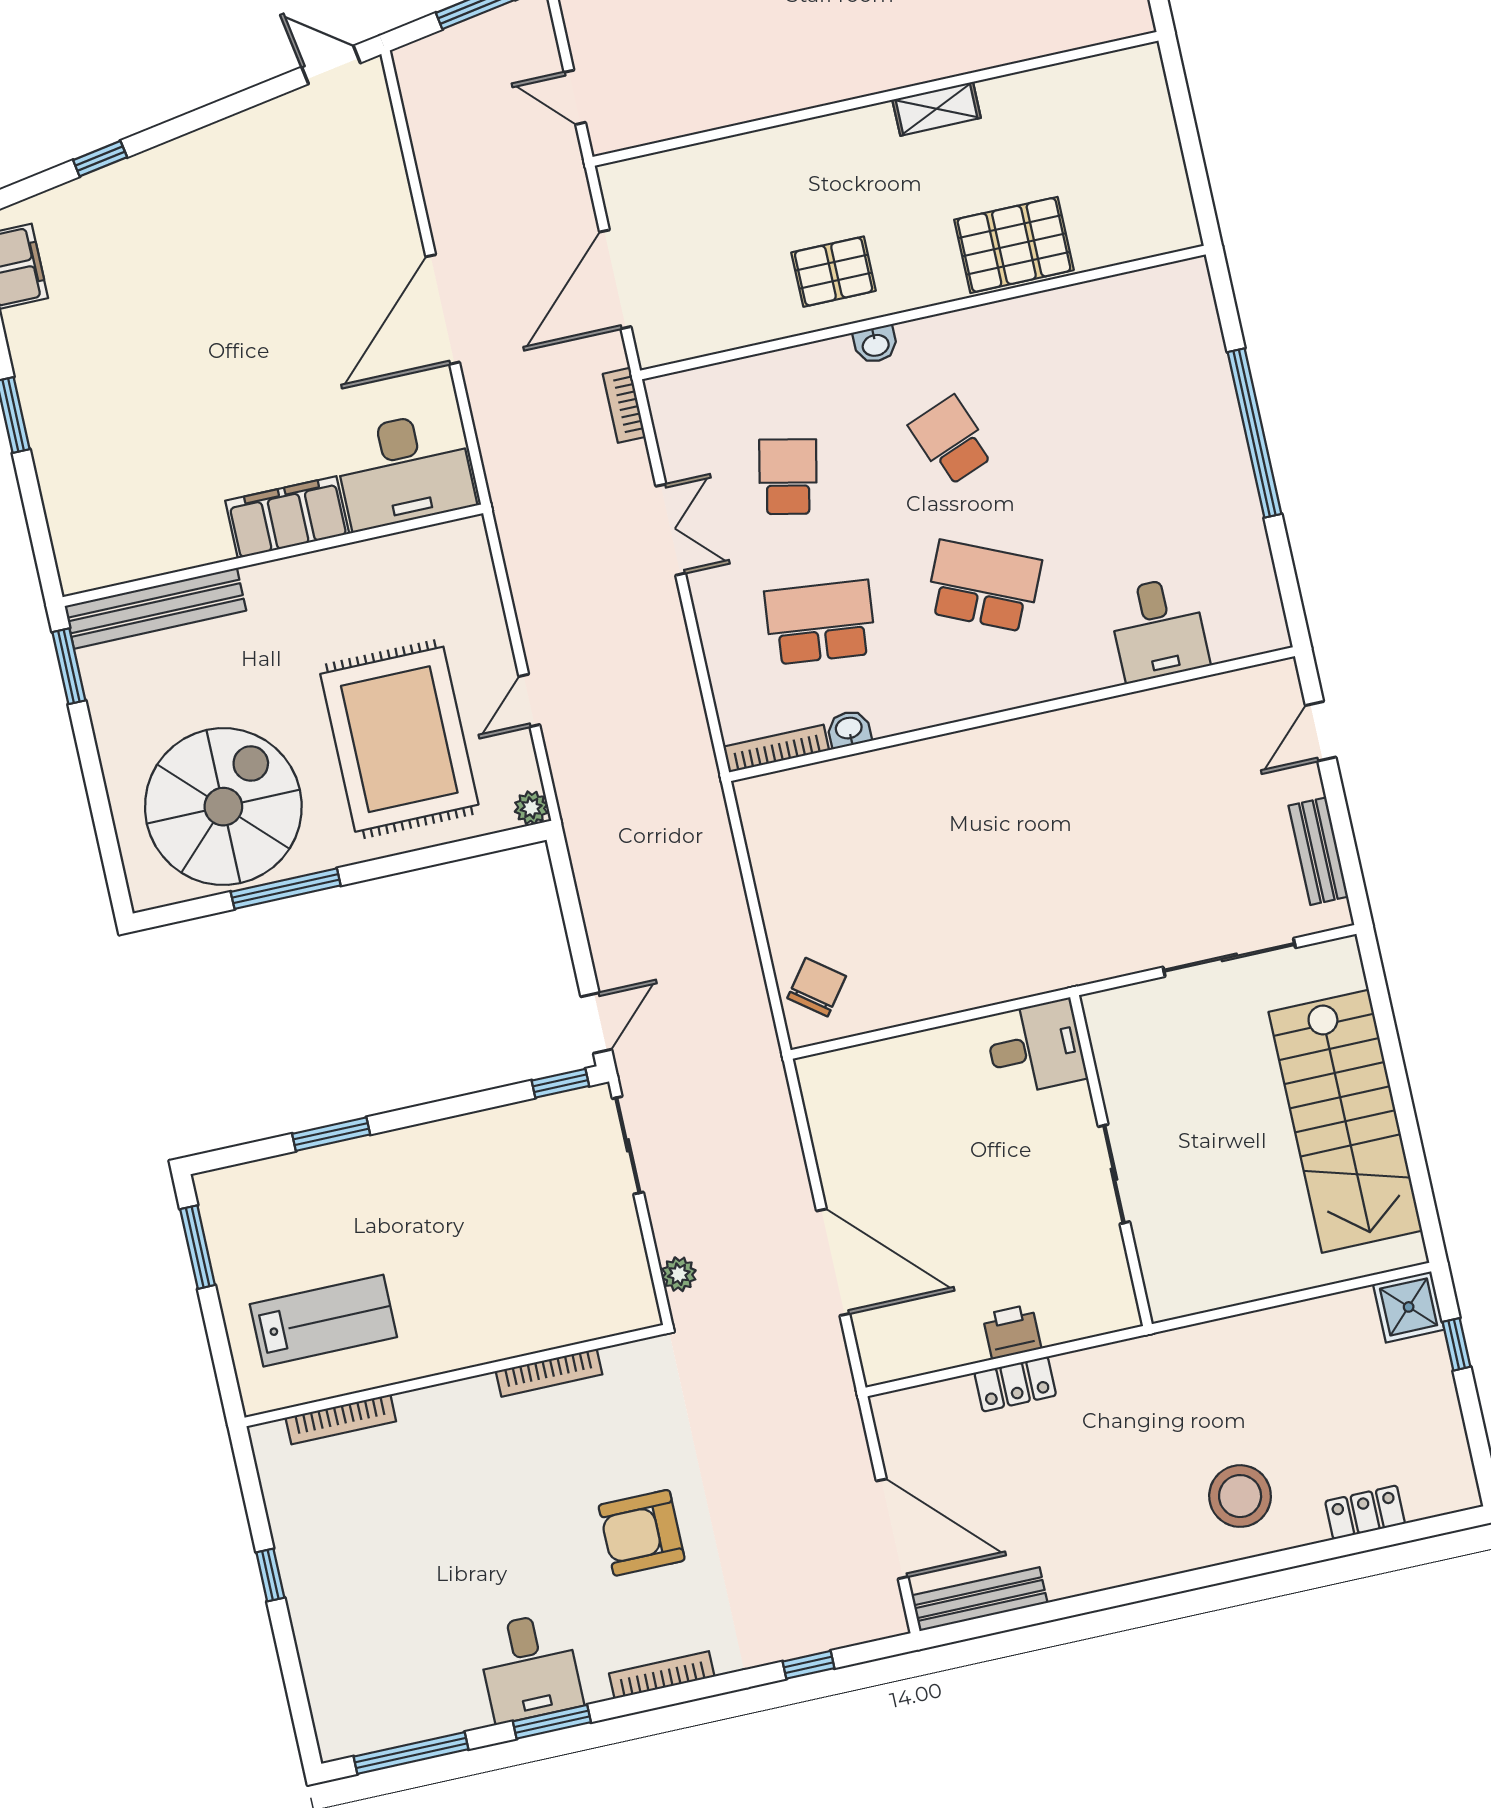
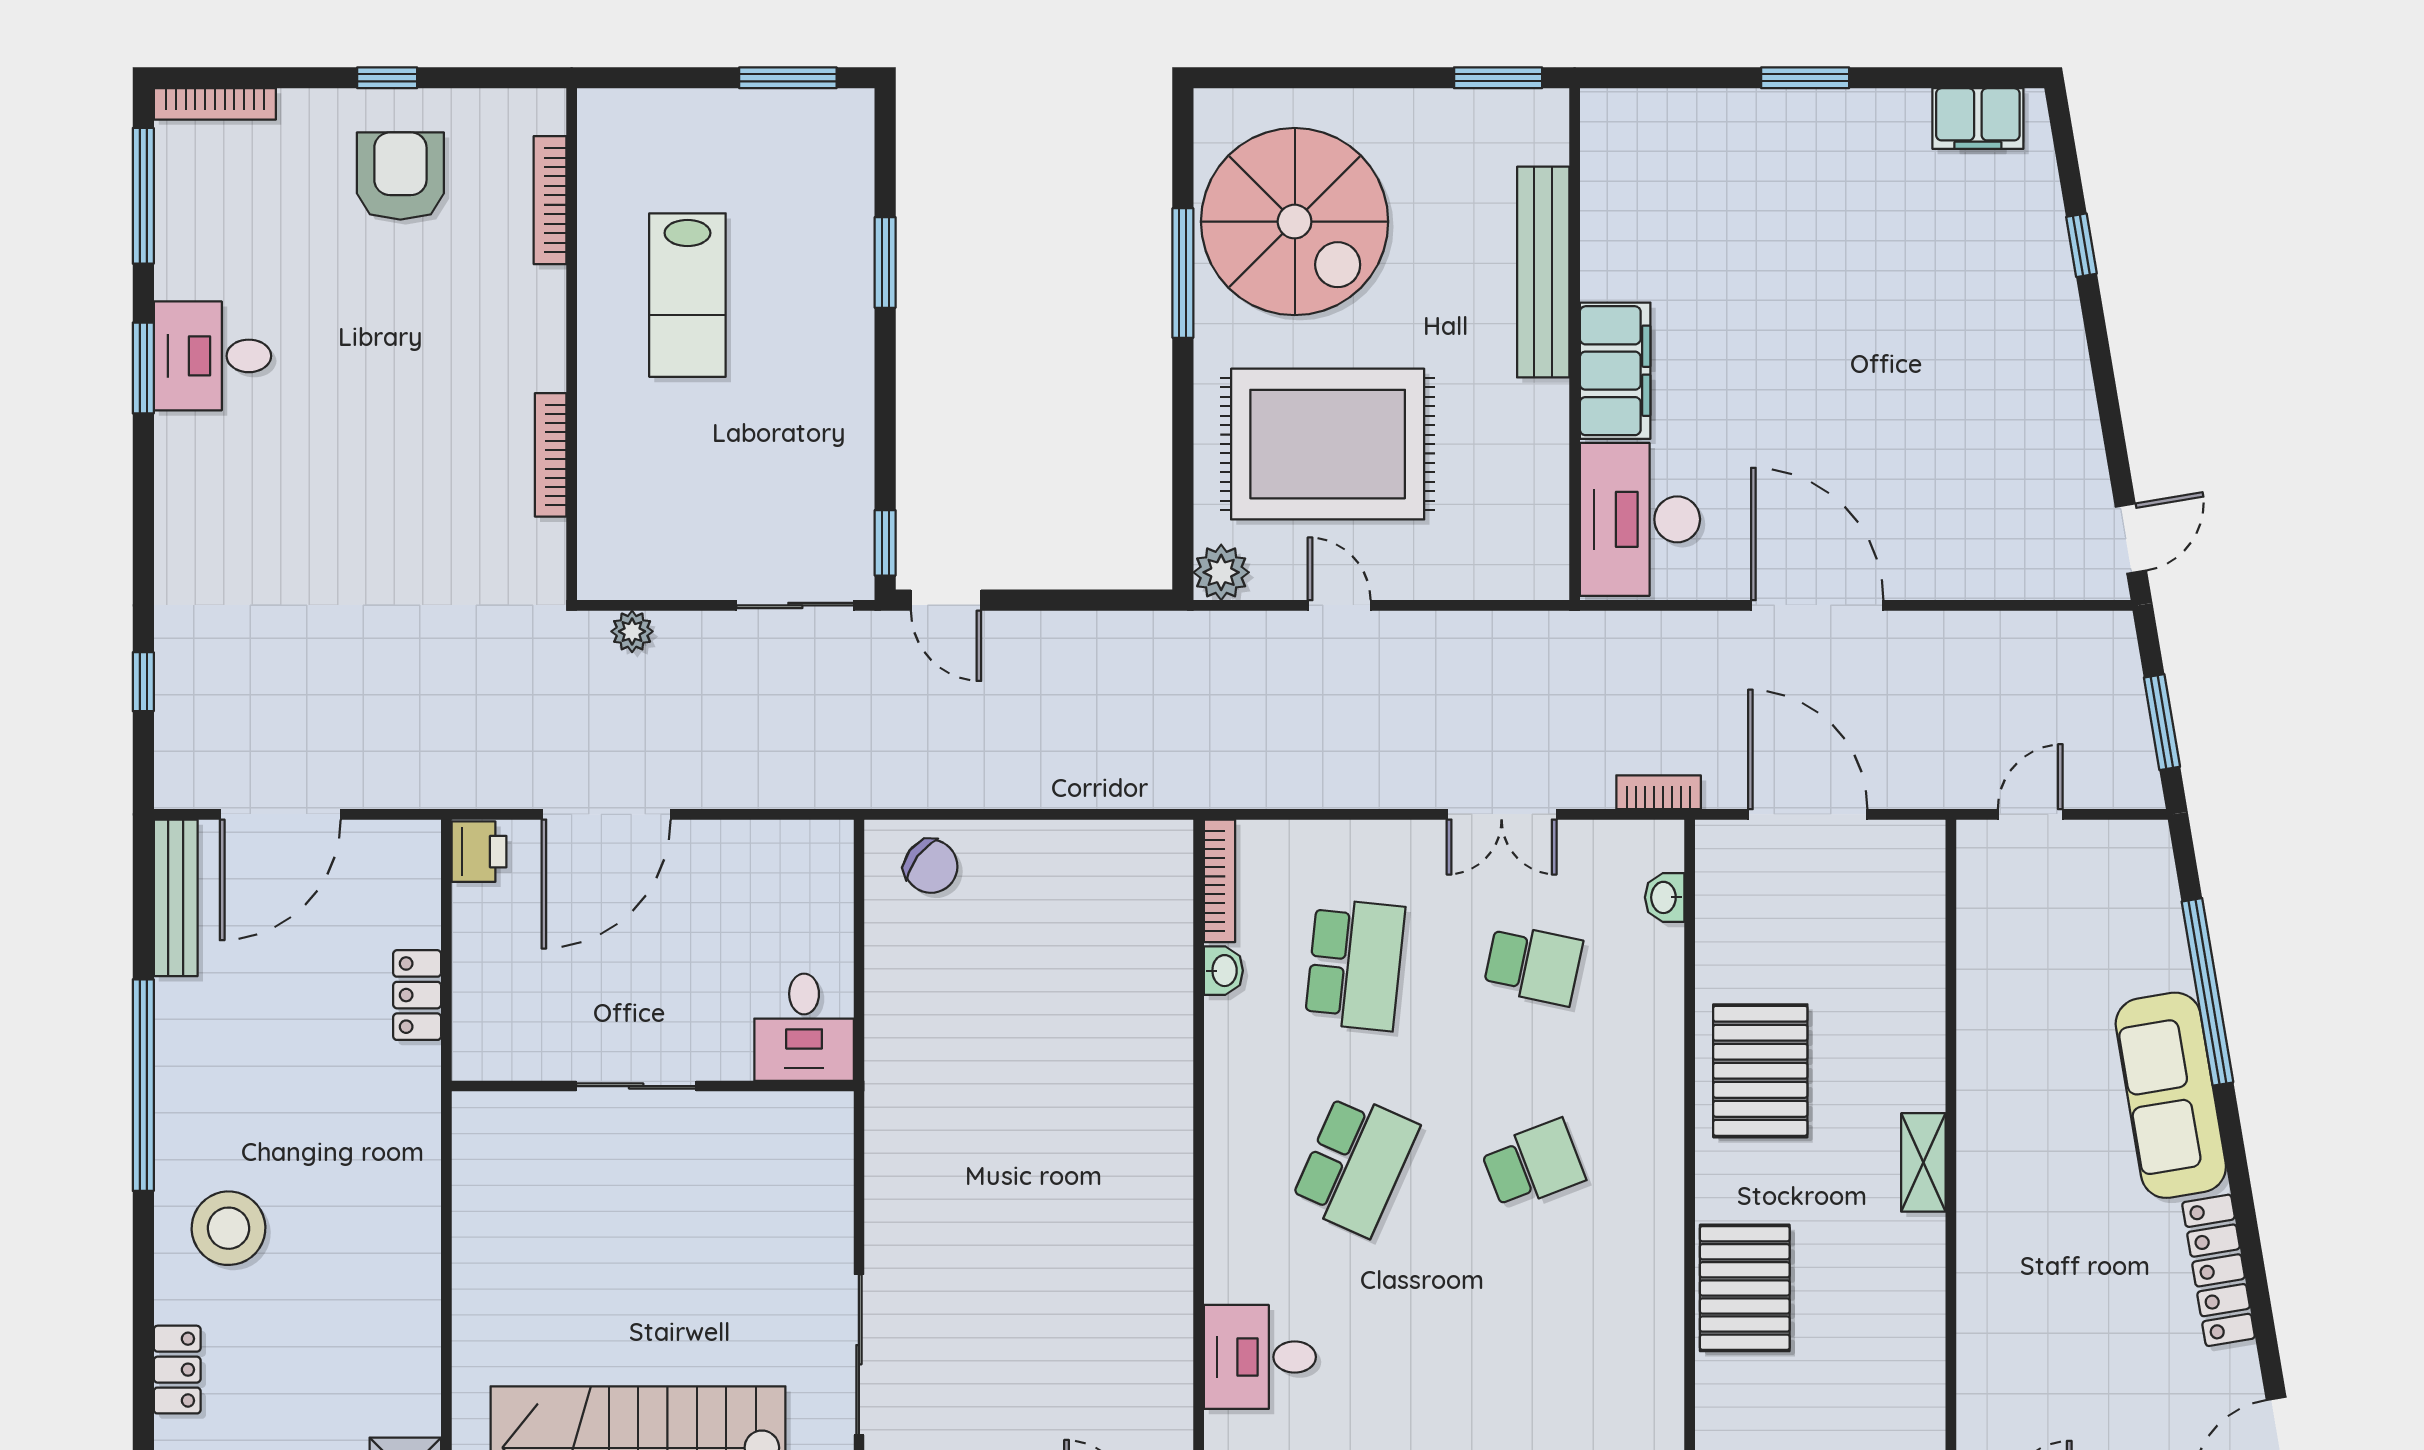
shelving: (937, 109) -> (1923, 1162), moved
pallet: (834, 272) -> (1760, 1071), width x1.50, depth x1.42
washbasin: (875, 344) -> (1665, 897), moved
bench: (155, 608) -> (1543, 272), moved
plant: (531, 808) -> (1221, 572), width x1.38, depth x1.38
desk: (1035, 1047) -> (804, 1027), moved
wall: (1111, 1161) -> (653, 1086), moved
sliding door: (1114, 1174) -> (636, 1086), moved
lab bench: (323, 1321) -> (687, 295), moved
printer: (1012, 1332) -> (479, 852), moved
armchair: (642, 1533) -> (400, 176), moved
window: (1138, 1592) -> (143, 1085), added
bookcase: (662, 1675) -> (215, 104), moved, turned 90

